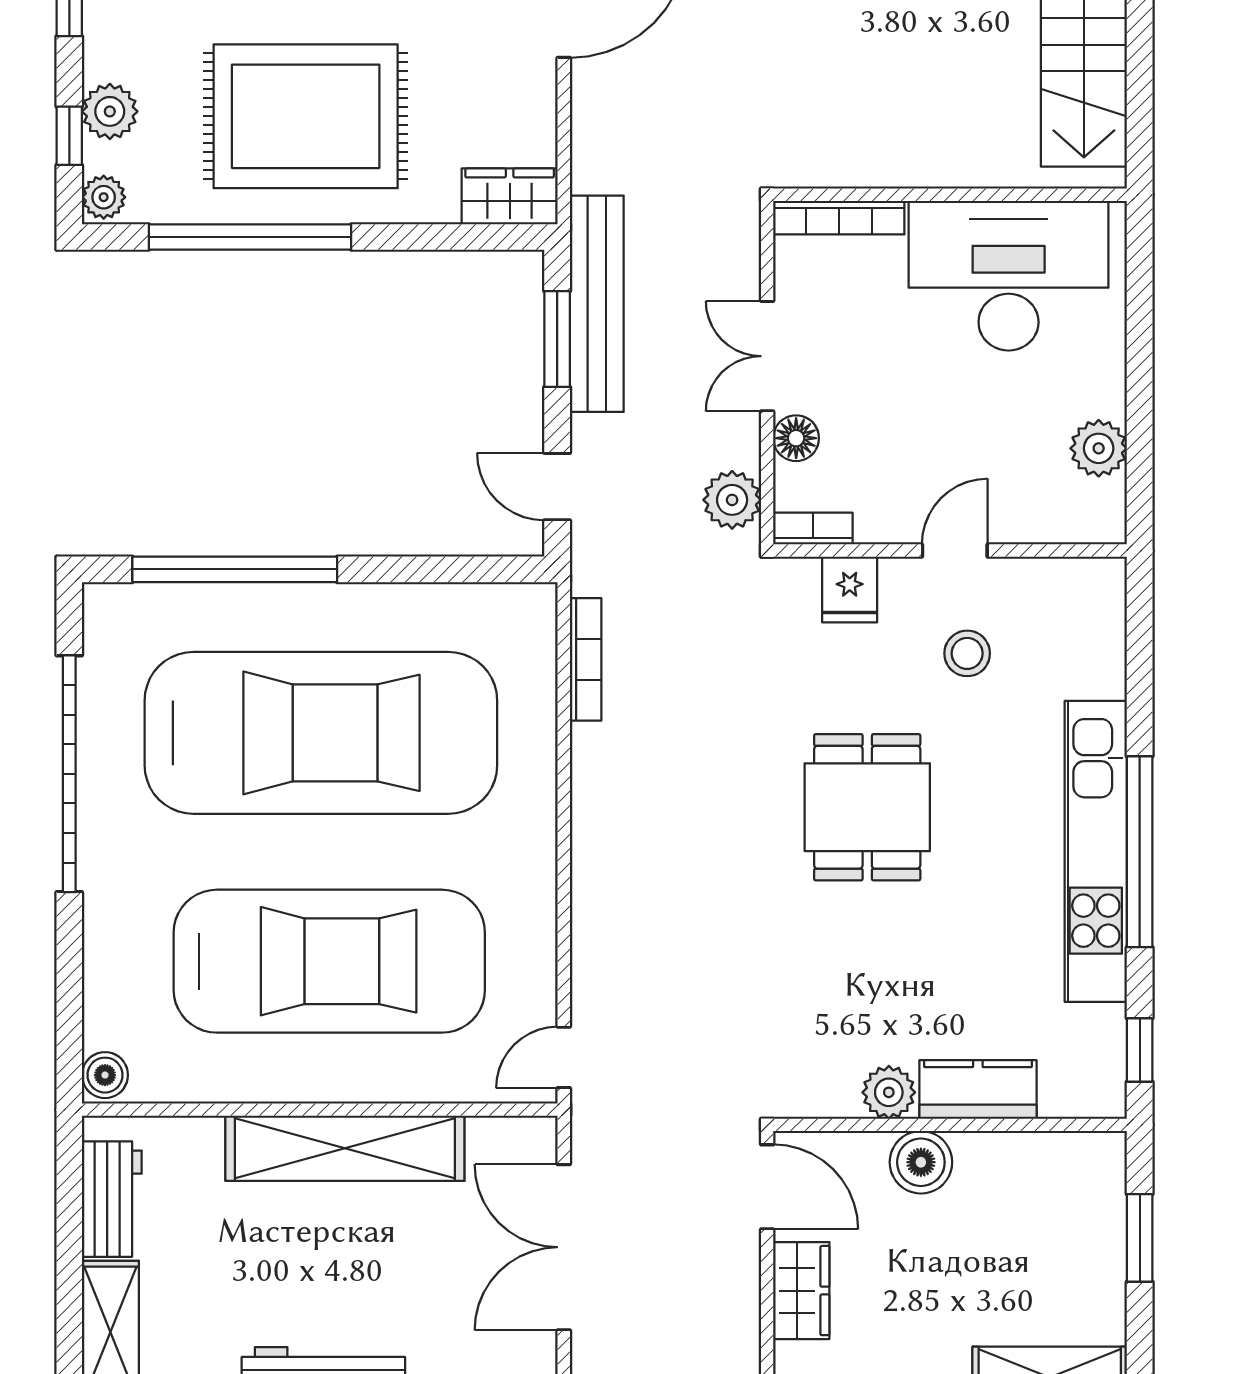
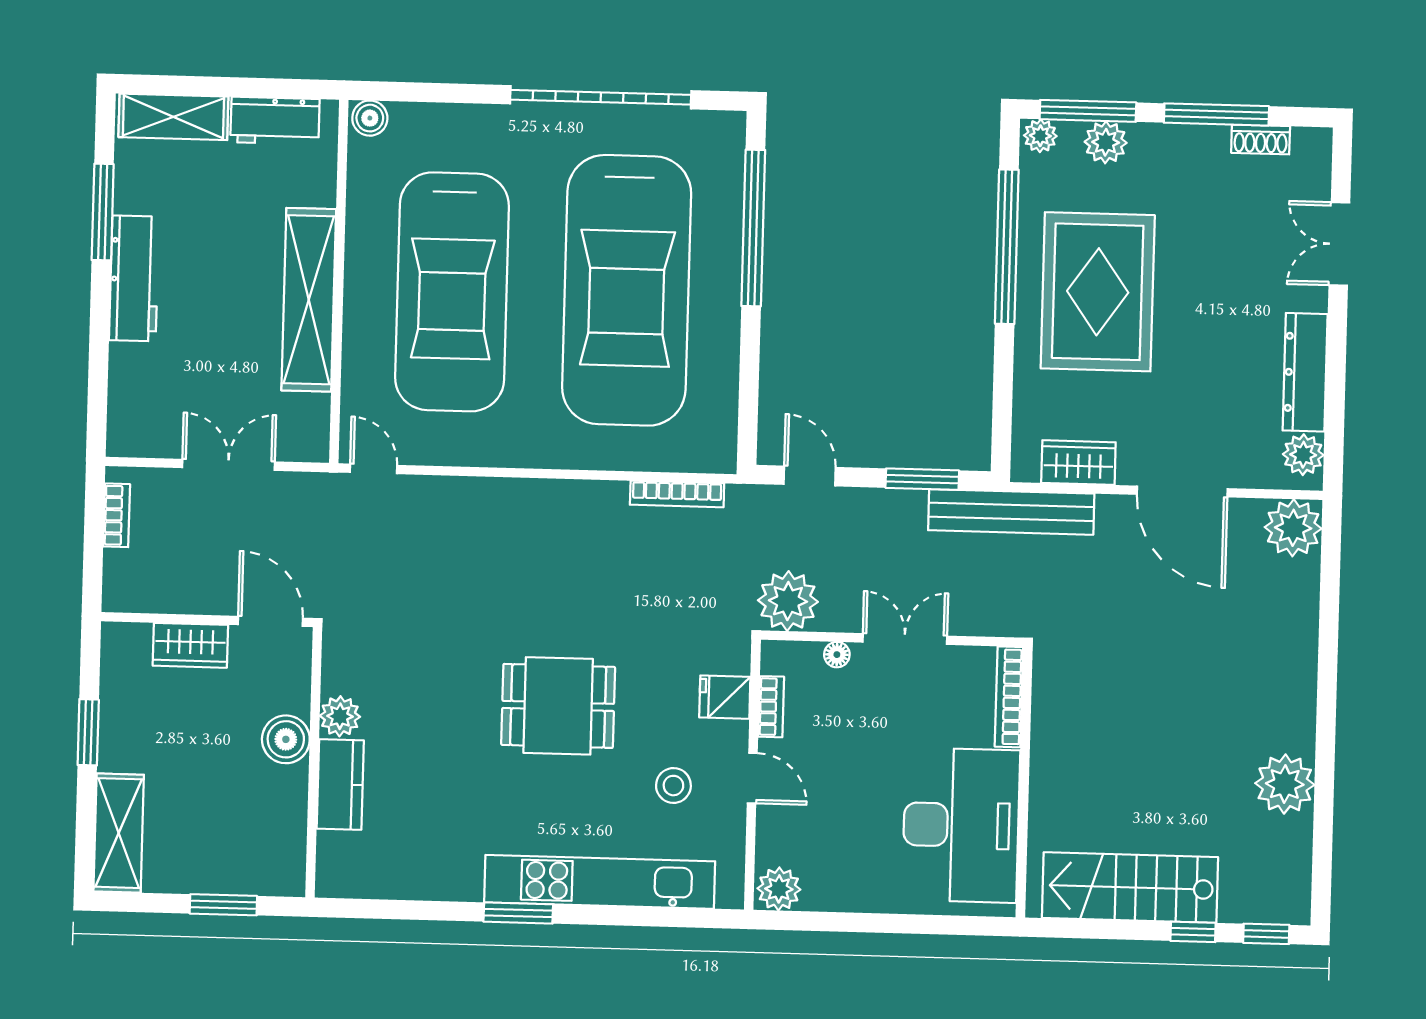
window: (69, 136) -> (1088, 111), width x2.17
wardrobe: (510, 196) -> (1078, 463), moved, turned -90
bench: (597, 304) -> (1011, 512), moved
floor lamp: (796, 438) -> (837, 655), width x0.73, depth x0.73
plant: (1099, 448) -> (779, 889), moved
door: (557, 487) -> (810, 476), hinge flipped
plant: (732, 500) -> (788, 601), width x1.36, depth x1.36
bookcase: (813, 529) -> (771, 707), moved
kitchen unit: (1096, 851) -> (600, 882), moved
window: (1140, 852) -> (518, 913), width x0.47
window: (1140, 1050) -> (367, 909), removed
door: (767, 1187) -> (270, 621), swing flipped
double door: (564, 1247) -> (229, 465), width x0.73

